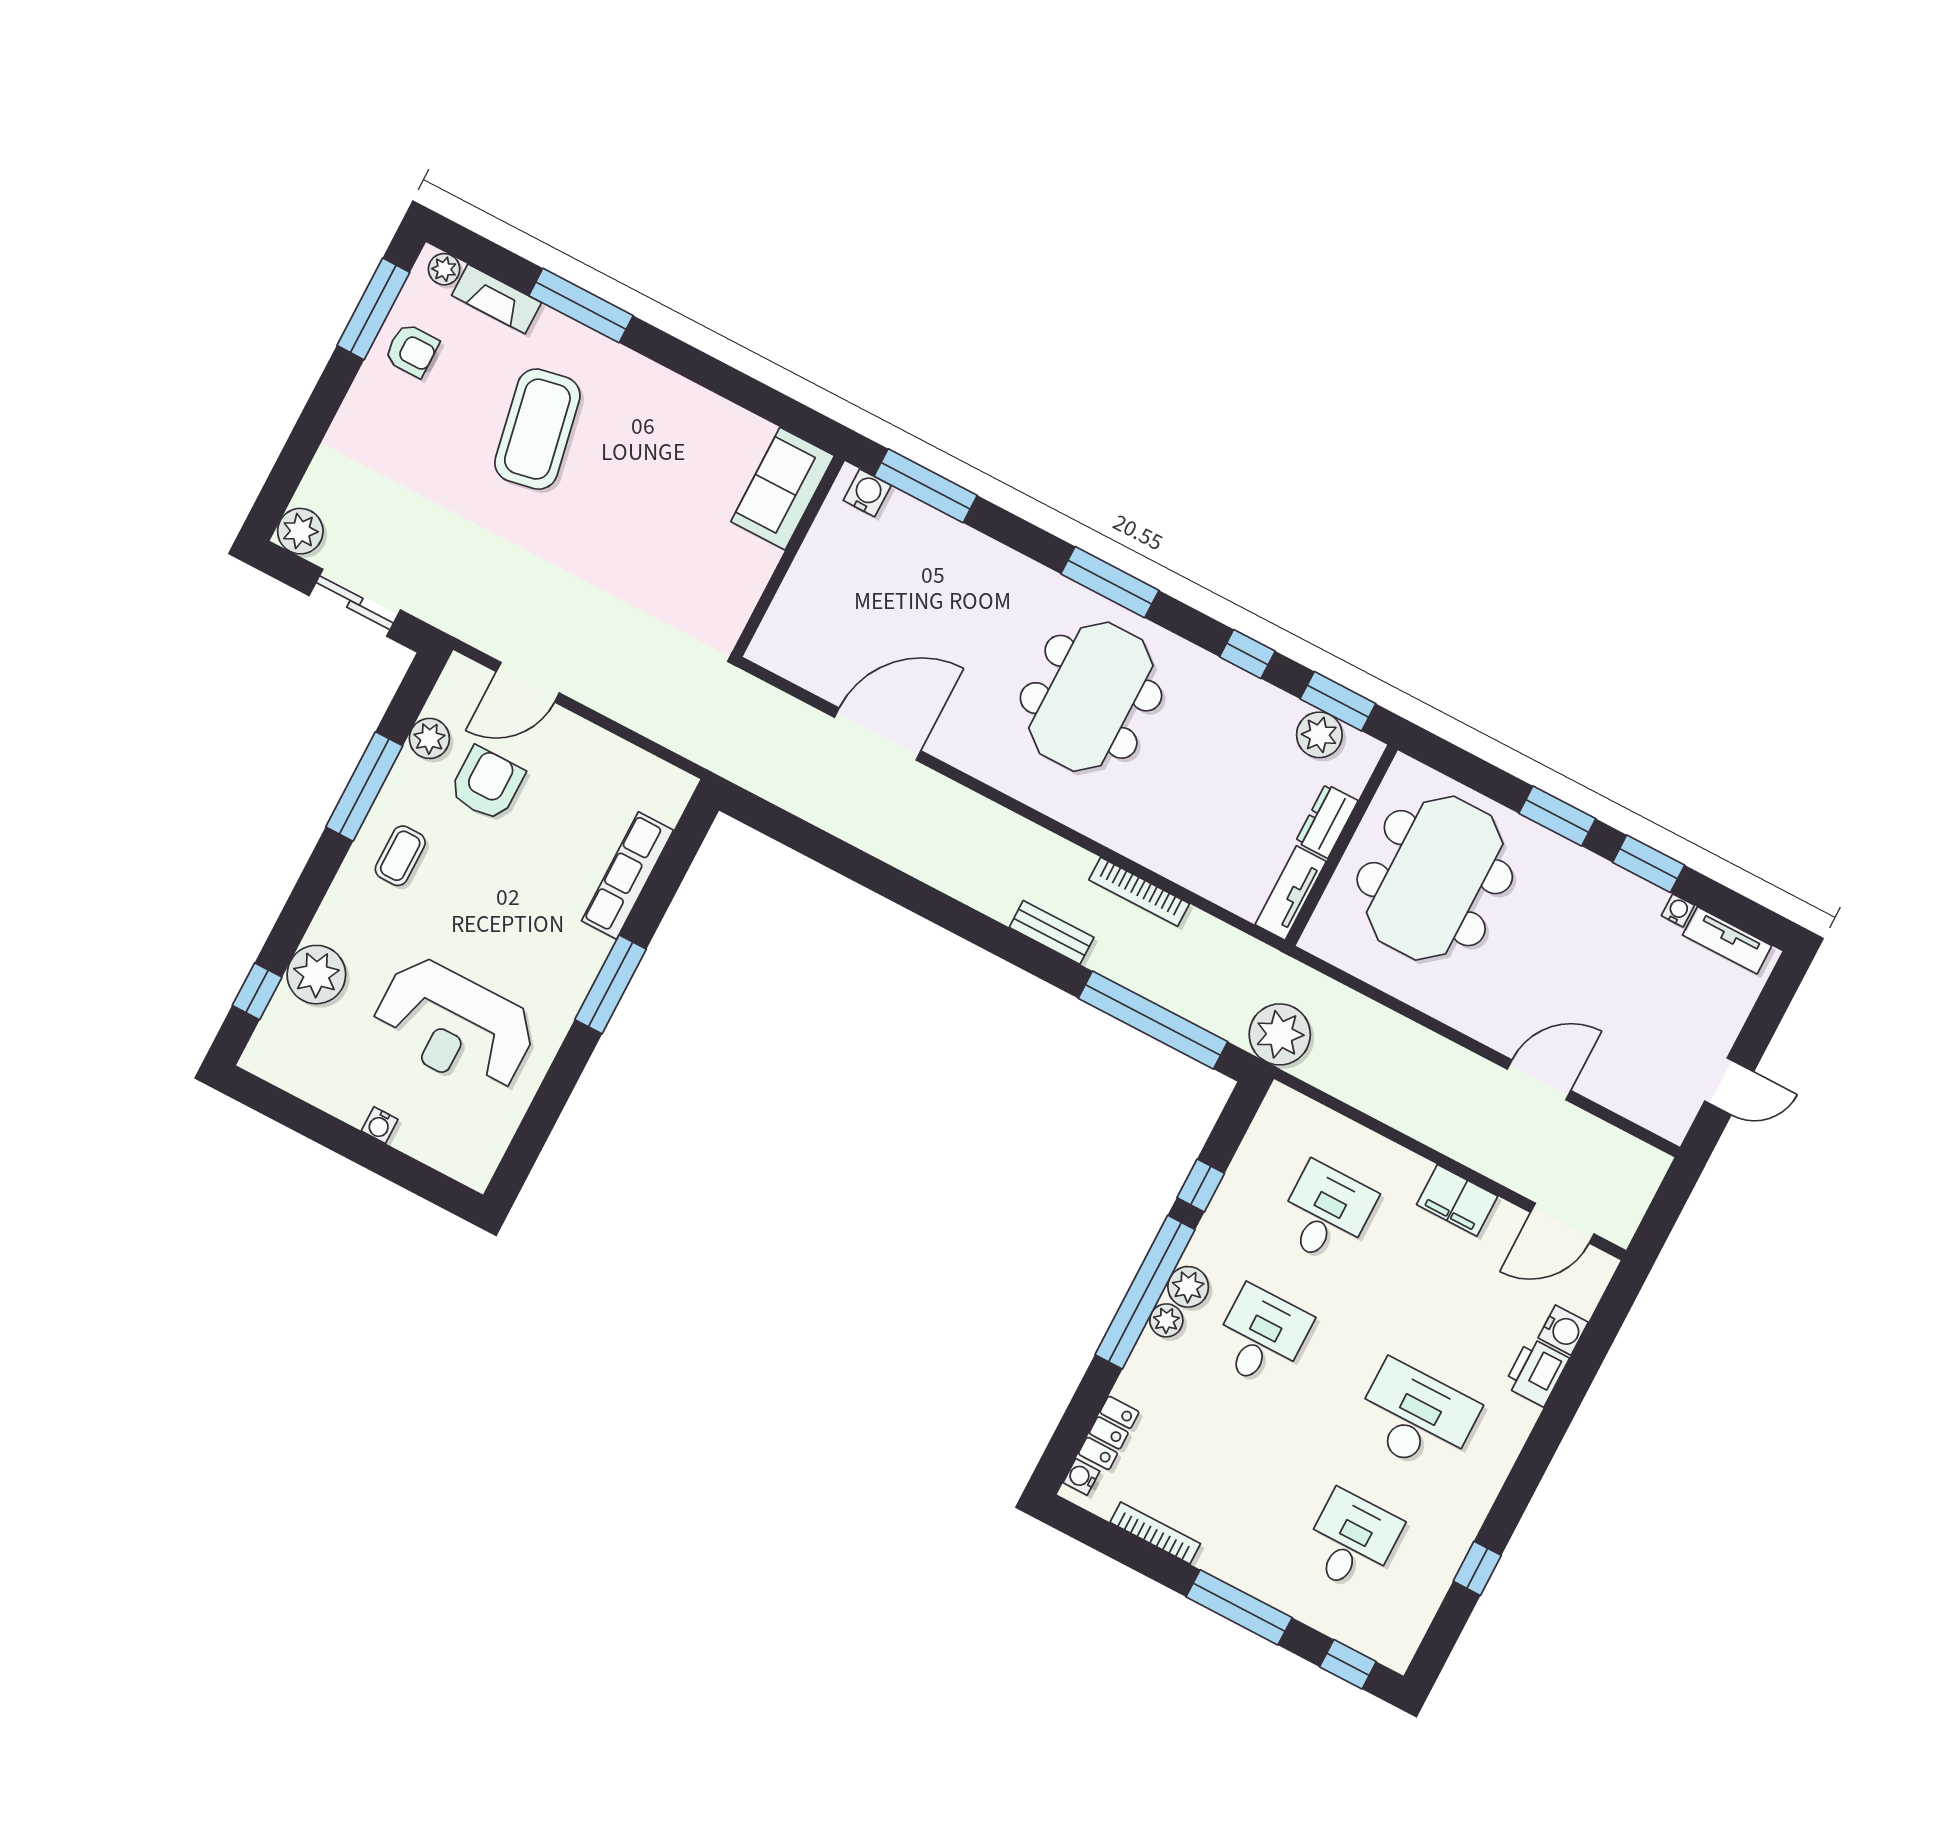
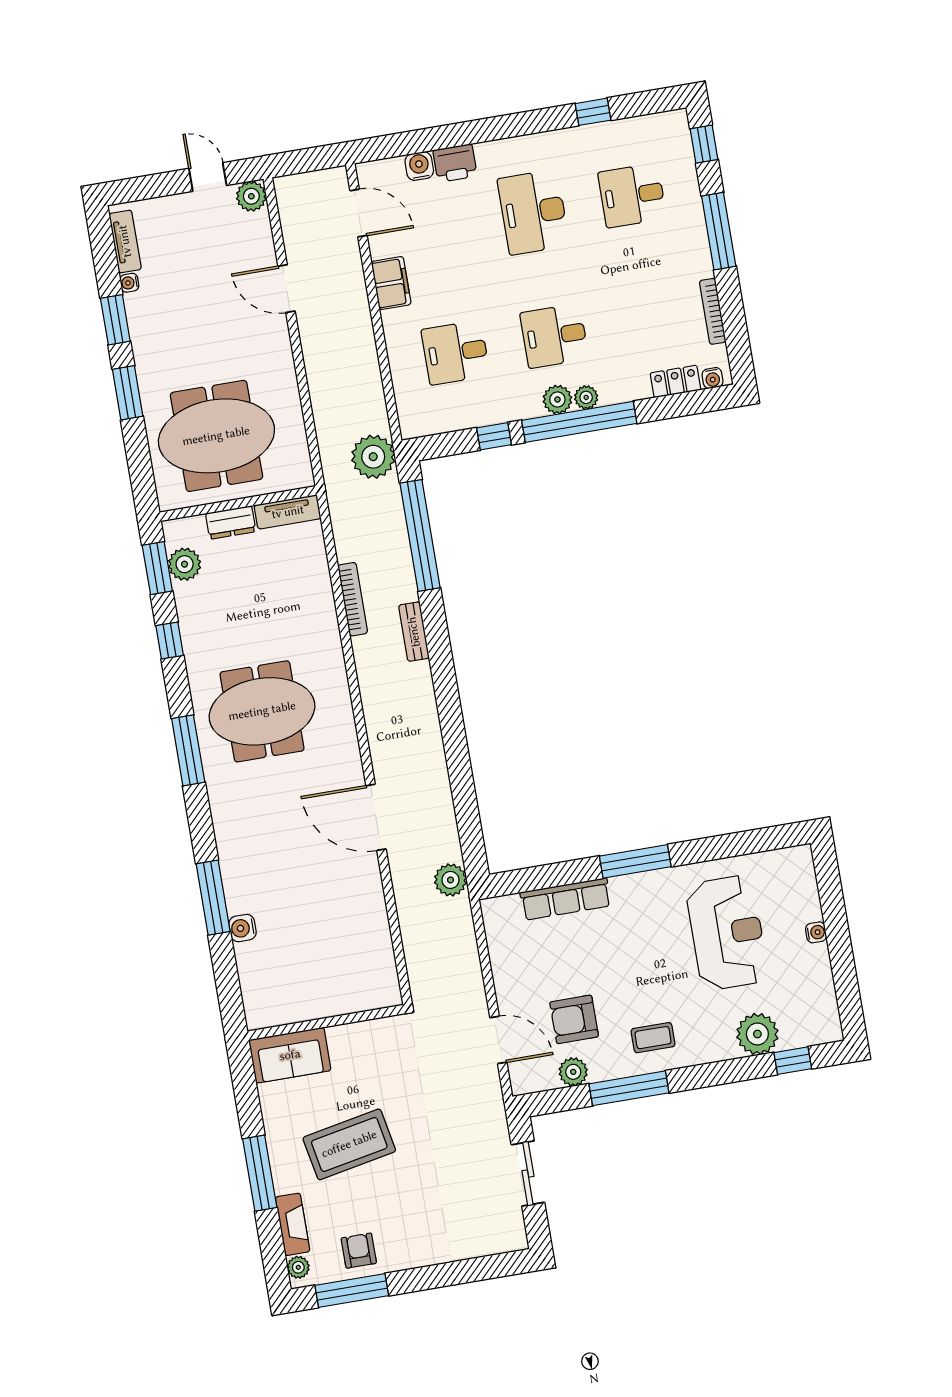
sofa: (783, 489) -> (290, 1055), moved
plant: (300, 531) -> (450, 880), moved
wall: (789, 556) -> (326, 1022), moved
plant: (1671, 1118) -> (251, 196), added

